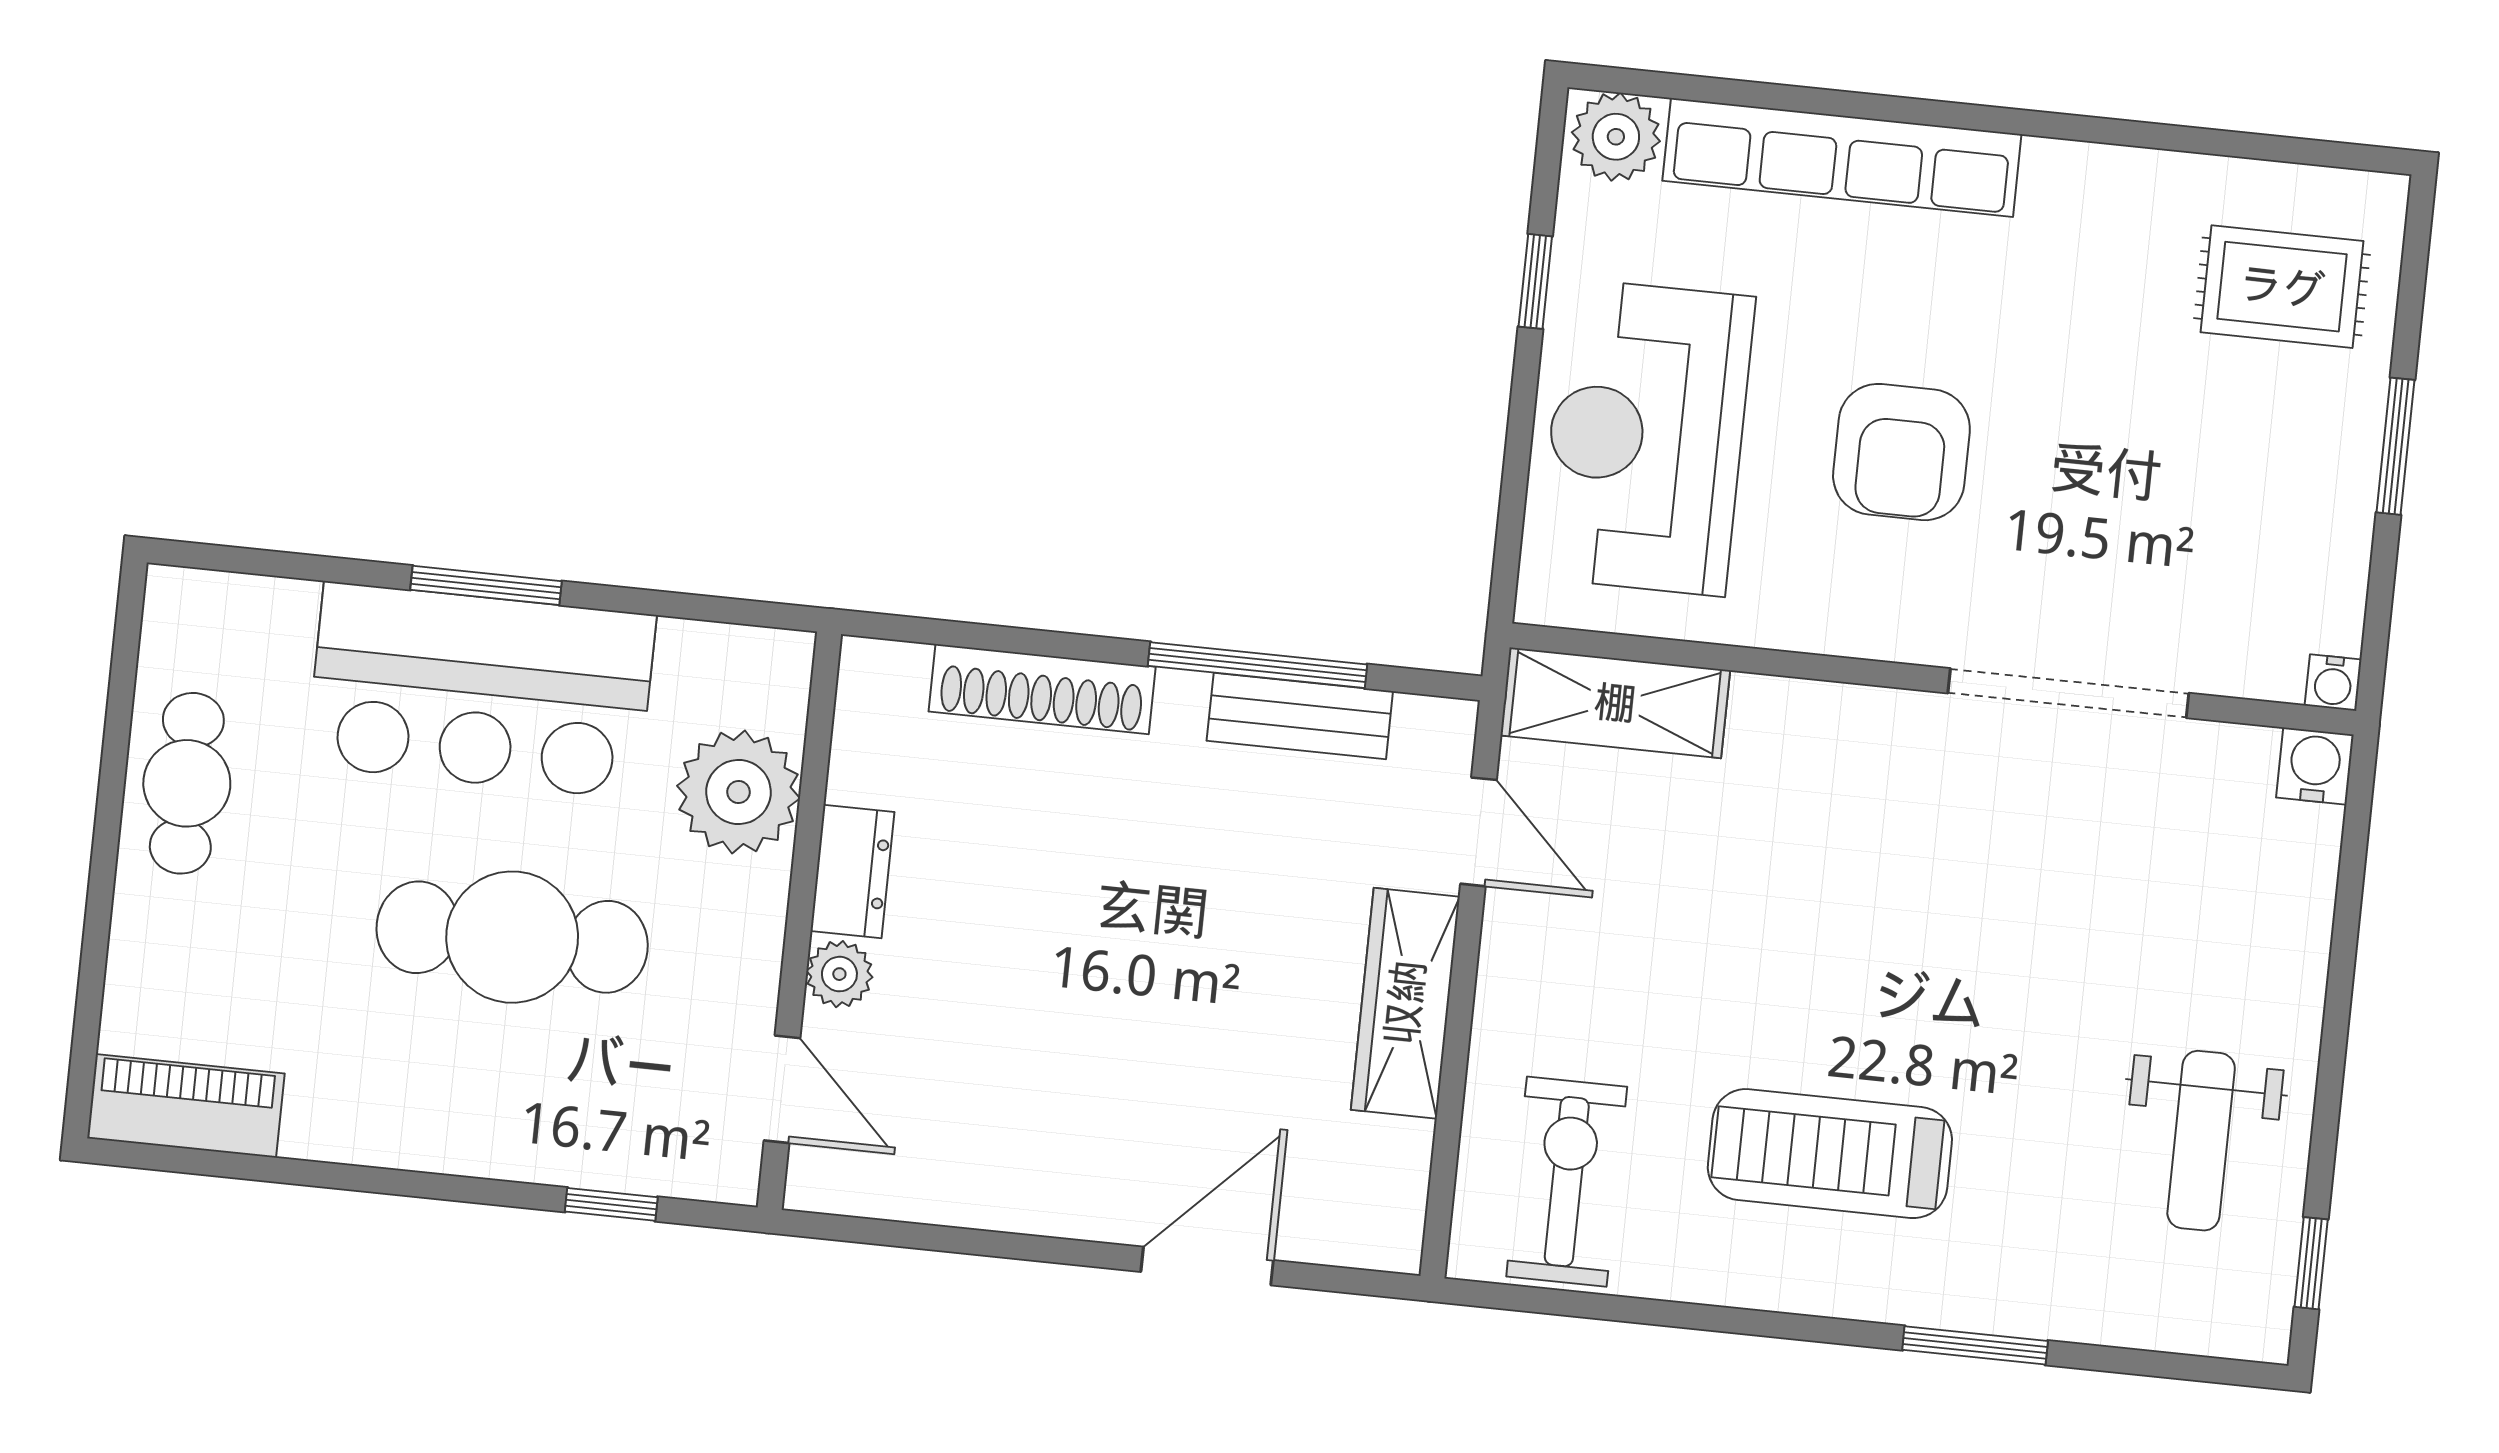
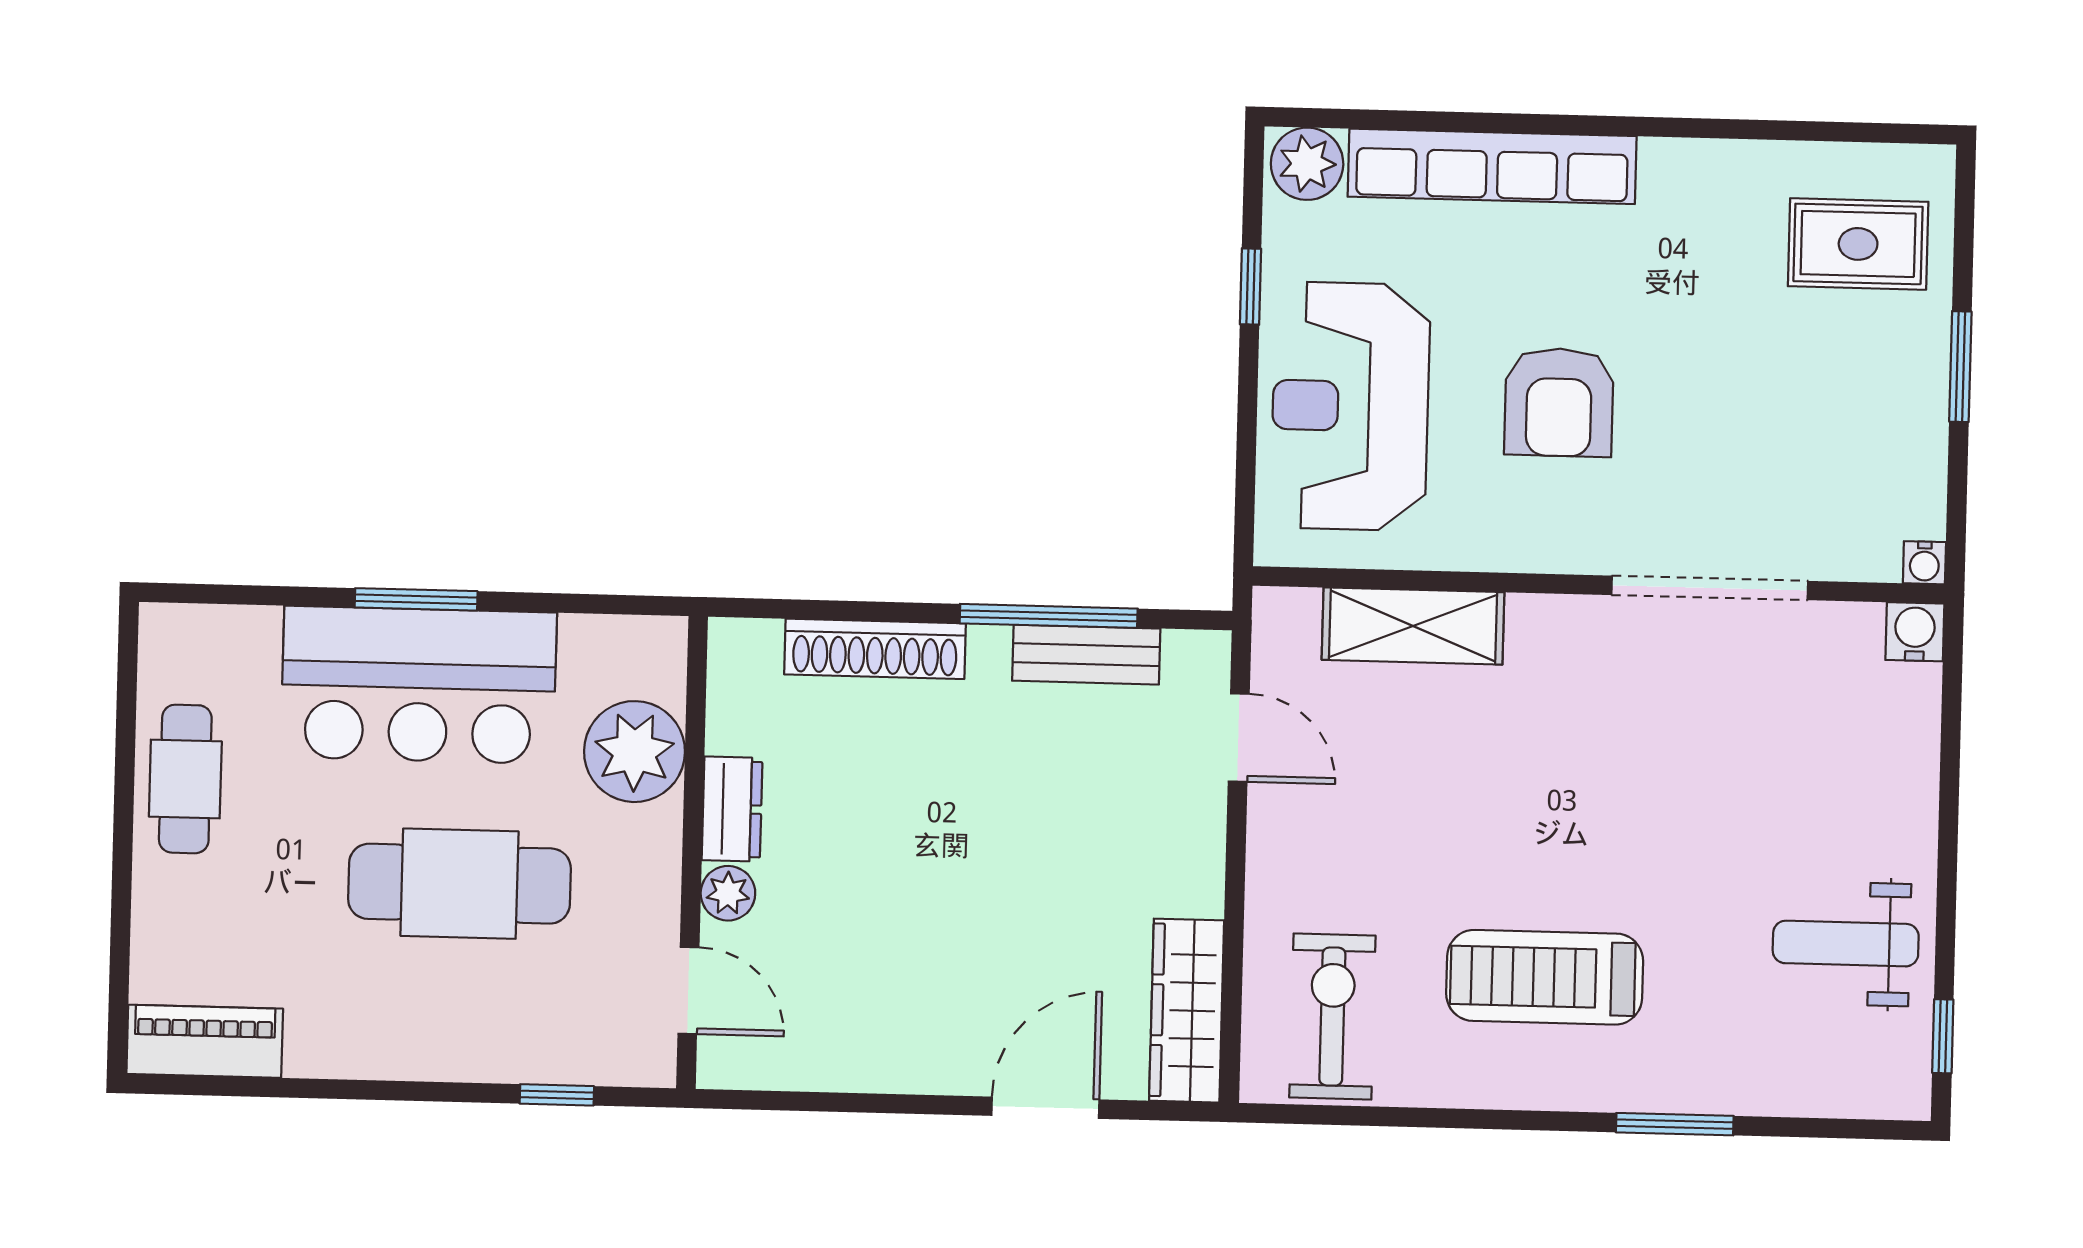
shelving: (1615, 703) -> (1413, 626), moved
wardrobe: (1405, 1003) -> (1187, 1011), moved
weight bench: (2201, 1141) -> (1846, 944), turned 90

